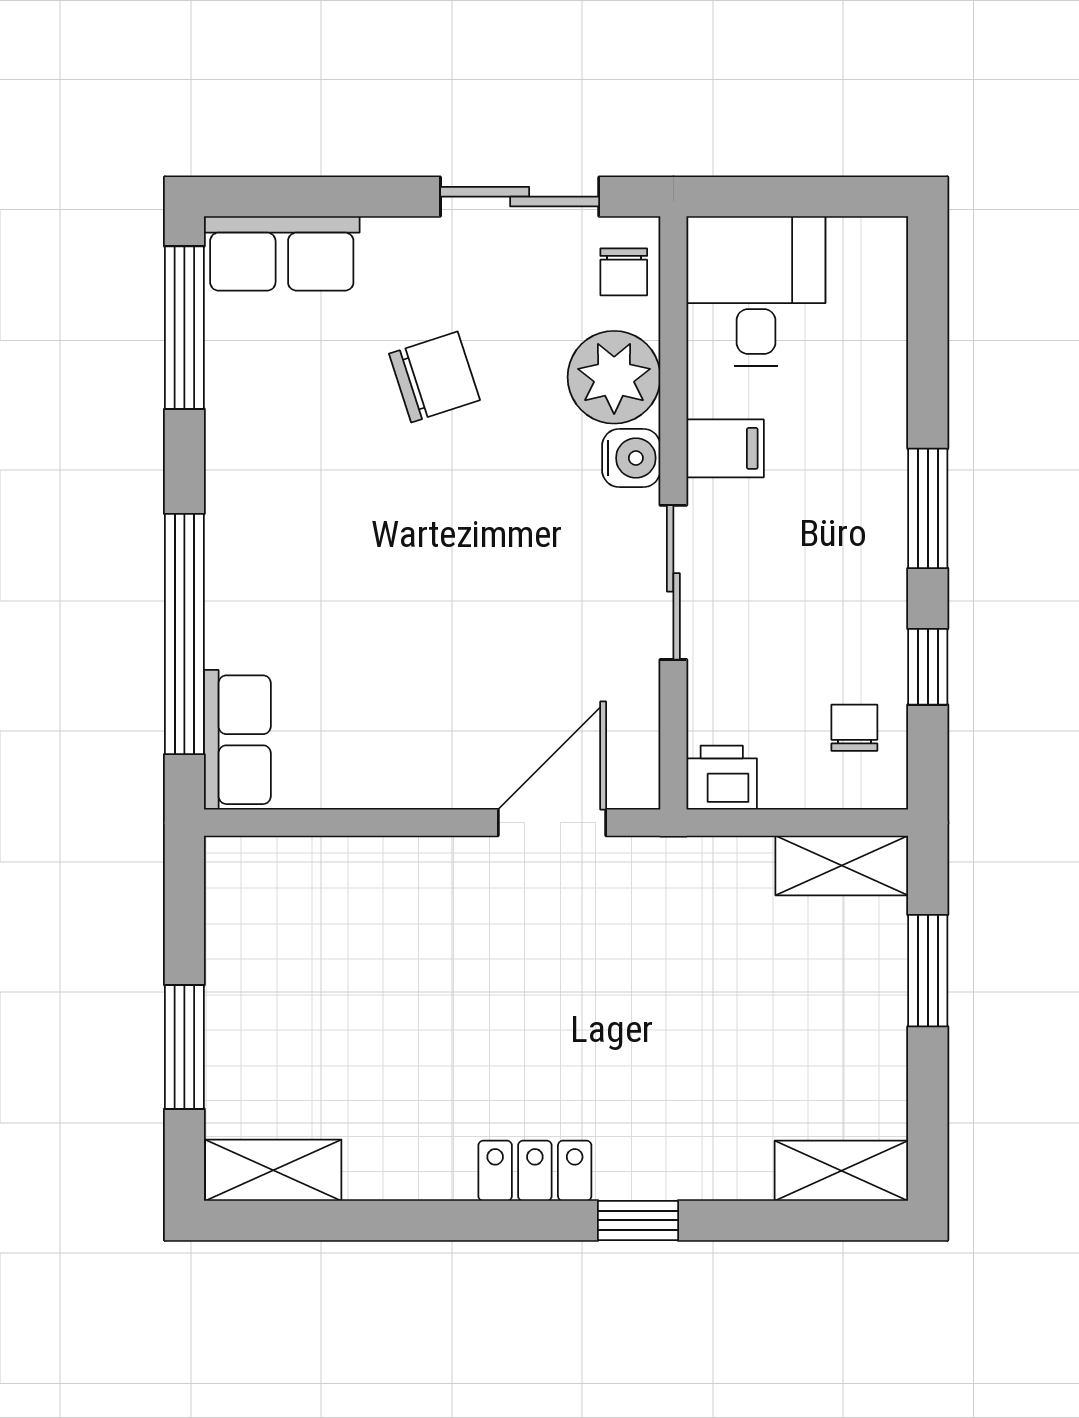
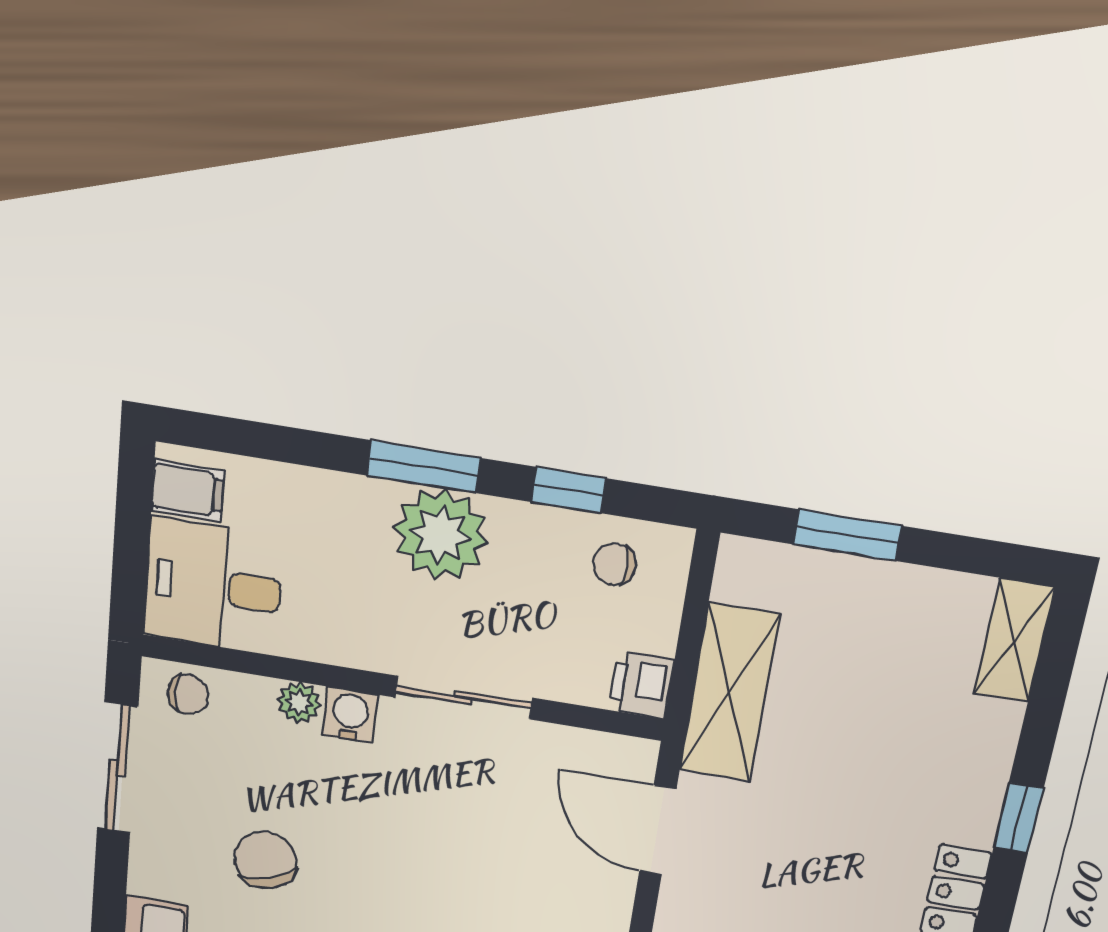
plant: (614, 377) -> (299, 703), width x0.53, depth x0.53
filing cabinet: (725, 448) -> (188, 490), moved, turned 90
plant: (856, 535) -> (440, 535), added
shelving: (842, 866) -> (729, 693), moved, width x1.50, depth x1.33

